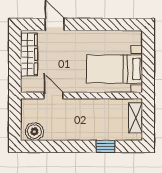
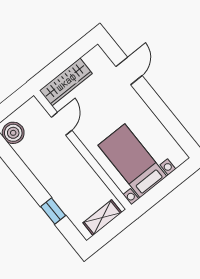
wardrobe: (29, 54) -> (66, 82), moved

